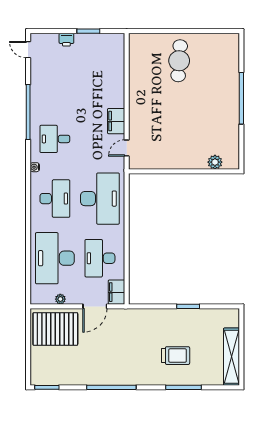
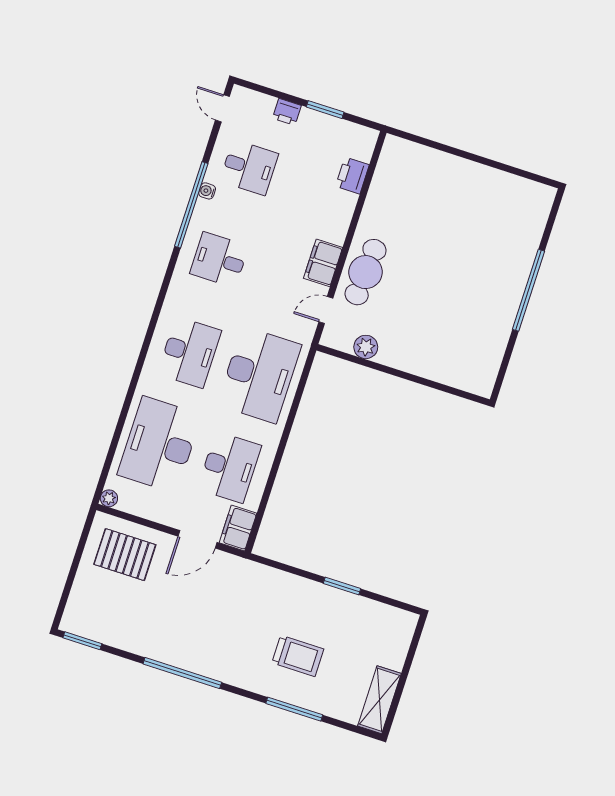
cafe table: (179, 61) -> (366, 272), moved
printer: (117, 64) -> (352, 175), added
desk: (55, 79) -> (249, 167), added
plant: (215, 162) -> (366, 347), moved
water cooler: (35, 167) -> (207, 191), moved
desk: (100, 258) -> (229, 467), turned 180
plant: (60, 299) -> (109, 498), moved
pallet: (55, 329) -> (125, 555), width x0.73, depth x0.71
shelving: (232, 357) -> (379, 700), width x0.68

